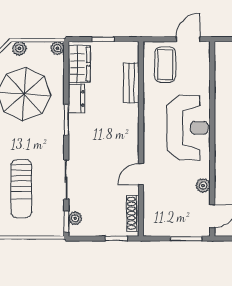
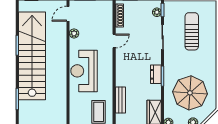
dresser: (77, 99) -> (156, 74), moved

